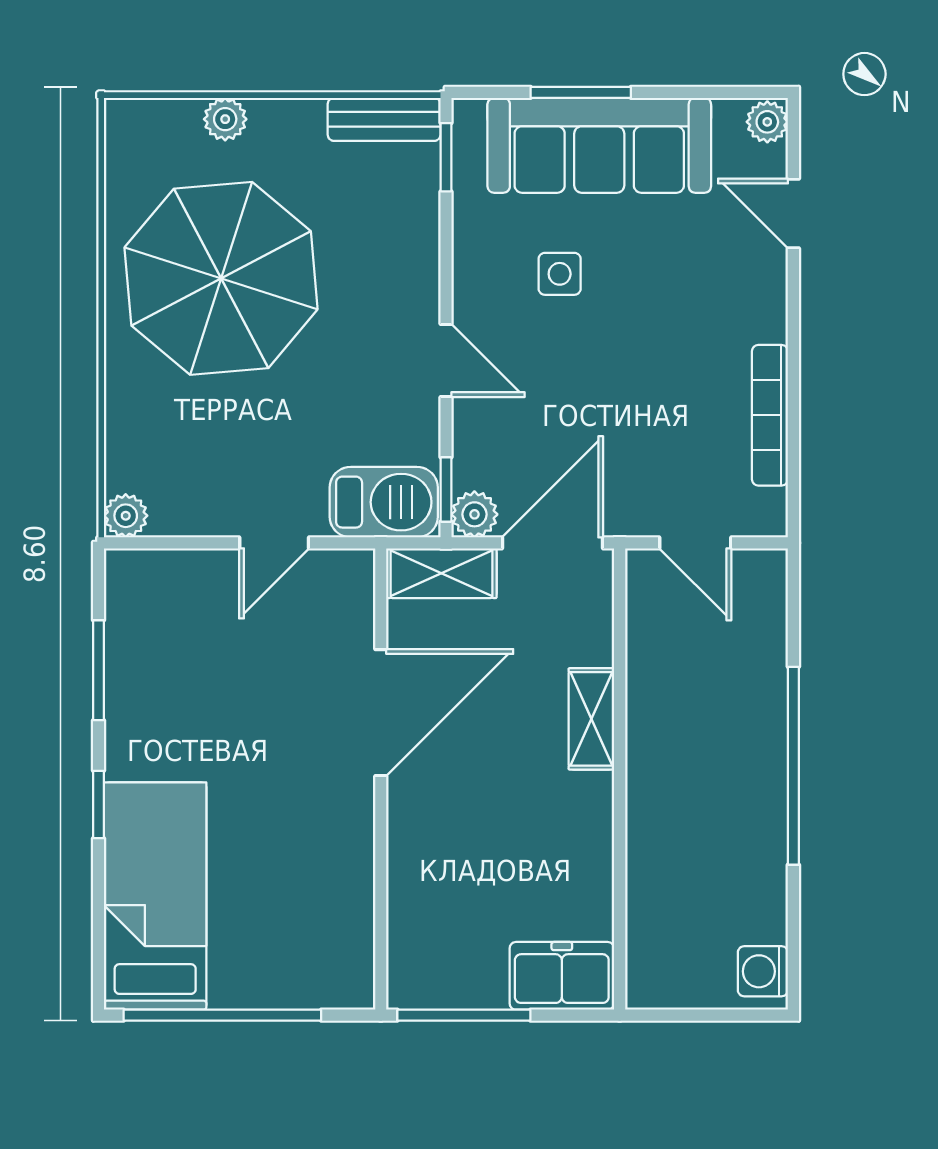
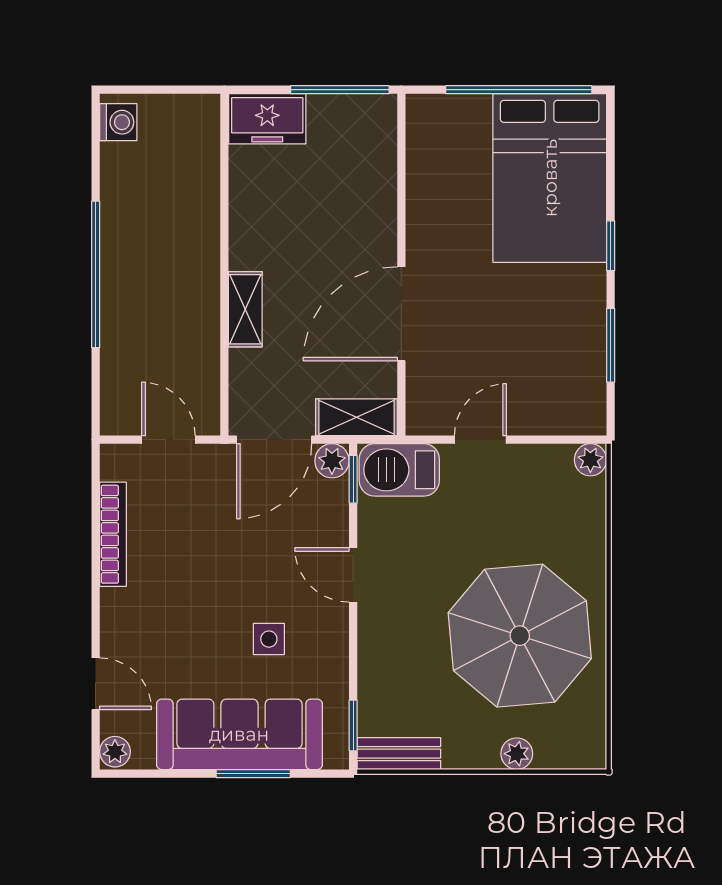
bed: (155, 896) -> (550, 178), width x1.50

